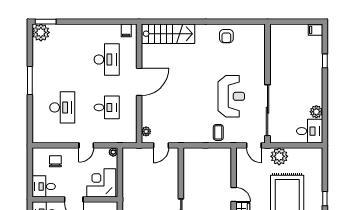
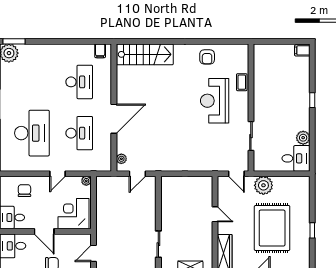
window: (325, 61) -> (312, 100), moved
door: (139, 82) -> (114, 119), moved
reception desk: (231, 96) -> (215, 101), moved, turned 180
desk: (62, 107) -> (32, 133), width x1.36, depth x1.30
desk: (107, 107) -> (79, 133), width x1.37
sliding door: (268, 110) -> (251, 136), width x0.54
coffee table: (218, 132) -> (242, 82), moved
door: (234, 194) -> (215, 214), moved

